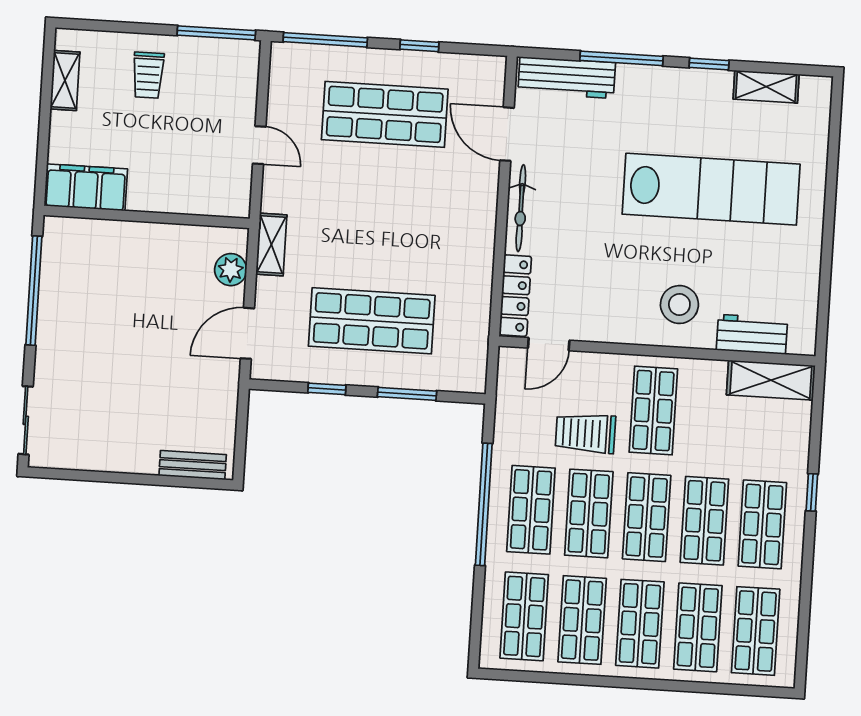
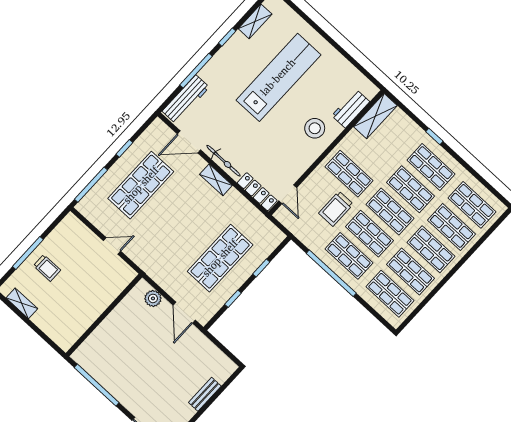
window: (216, 33) -> (28, 253), moved
filing cabinet: (86, 187) -> (72, 330), removed
shelving: (271, 244) -> (216, 180), moved
window: (407, 394) -> (261, 268), width x0.67
bench: (193, 465) -> (205, 394), moved

